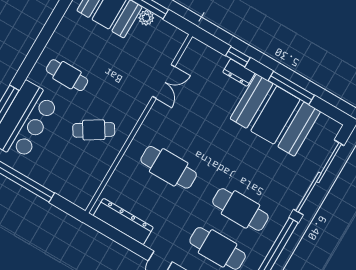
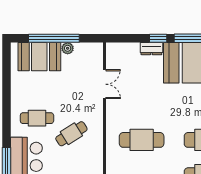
window: (238, 57) -> (158, 38), moved
cafe table: (94, 130) -> (71, 134), moved

